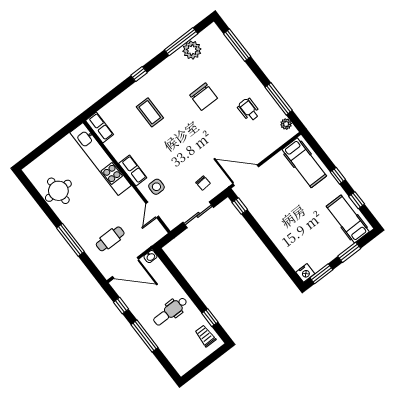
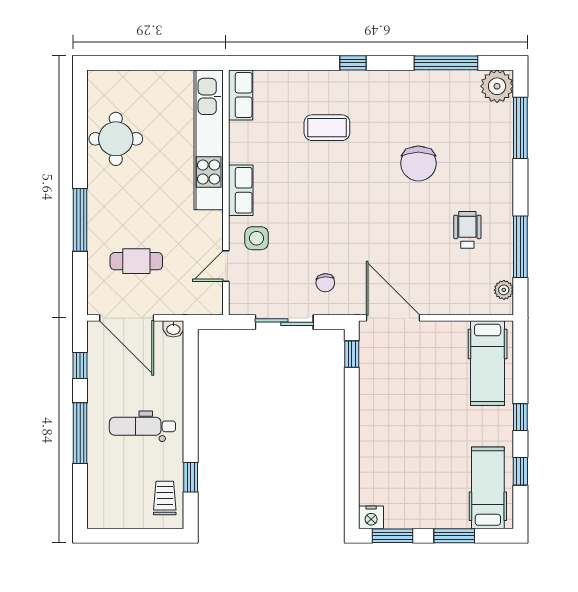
plant: (192, 50) -> (497, 86), moved
coffee table: (150, 112) -> (327, 128), turned 90

